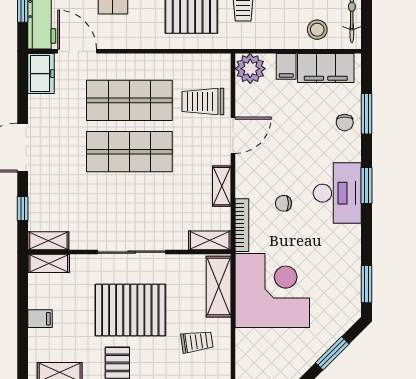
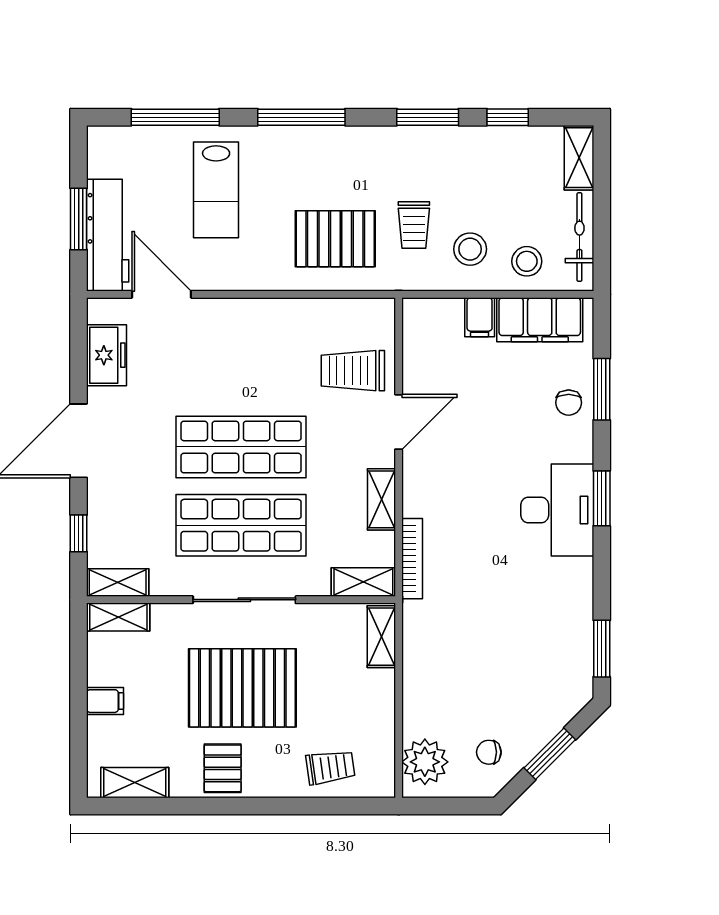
stool: (280, 22) -> (470, 249), added
plant: (250, 69) -> (425, 762), moved
freezer: (41, 74) -> (107, 355), moved
shop shelf: (129, 100) -> (241, 525), moved
chair: (284, 203) -> (489, 752), moved
shelving: (219, 287) -> (381, 637), width x0.67, depth x0.75
corner desk: (272, 290) -> (458, 658), removed
trolley: (197, 342) -> (330, 767), moved

